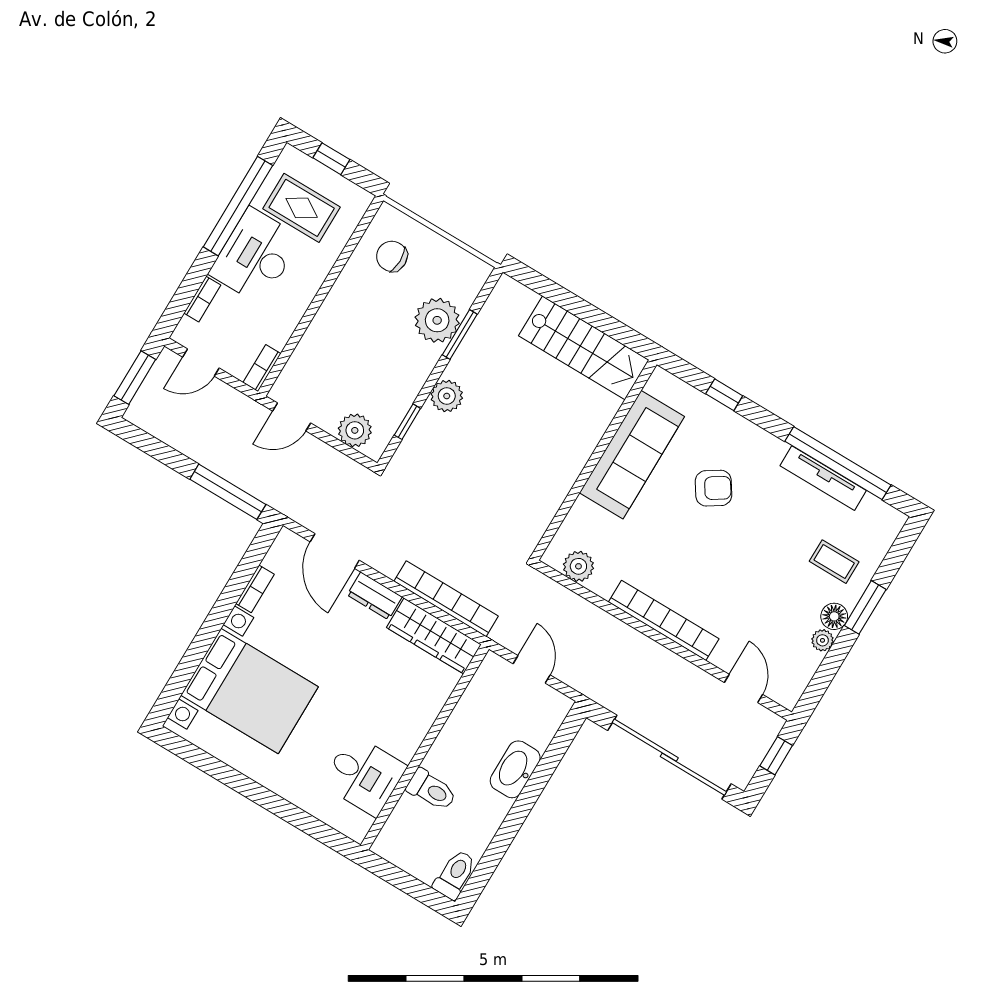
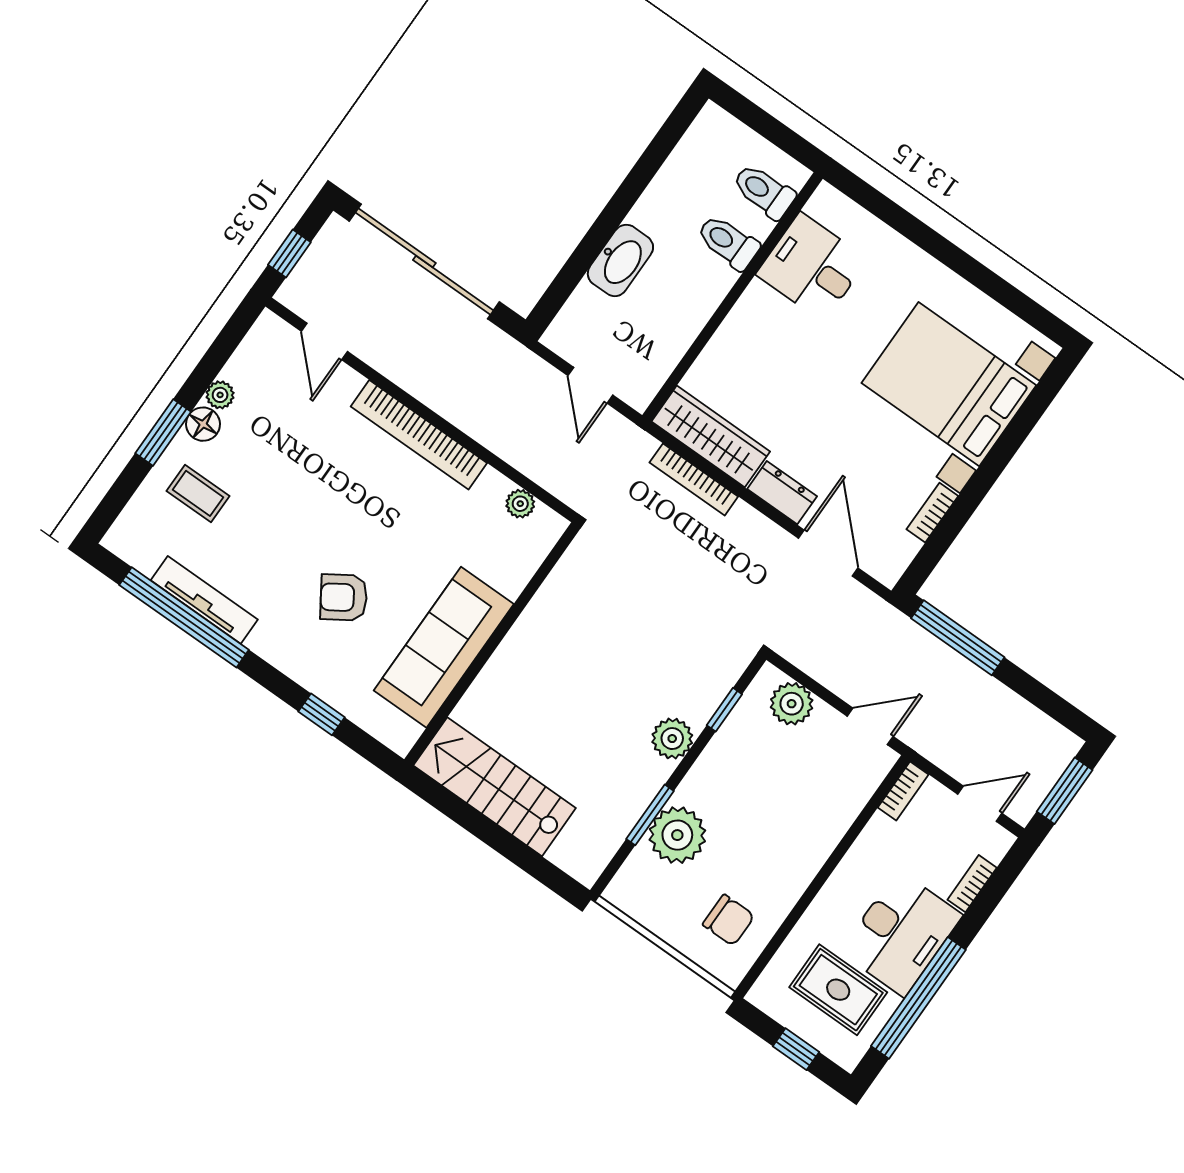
plant: (578, 566) -> (520, 504), width x0.73, depth x0.73
bookcase: (446, 599) -> (694, 479), width x0.68, depth x0.76
toilet: (455, 875) -> (764, 191), moved, turned 90

